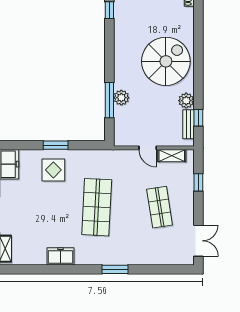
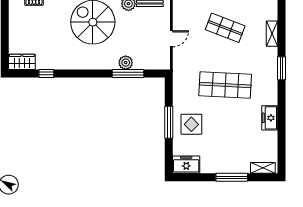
window: (56, 145) -> (169, 122), width x1.44
shelving: (172, 156) -> (272, 34), moved
shop shelf: (160, 207) -> (225, 28), turned 30

